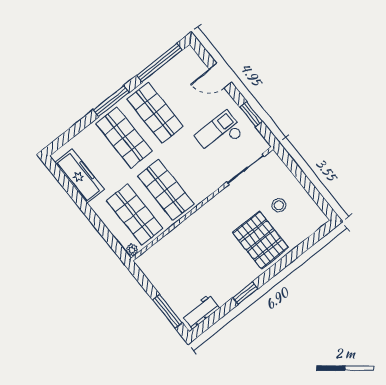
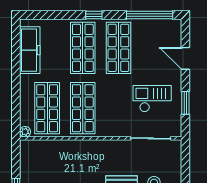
window: (111, 101) -> (94, 15), width x0.46

